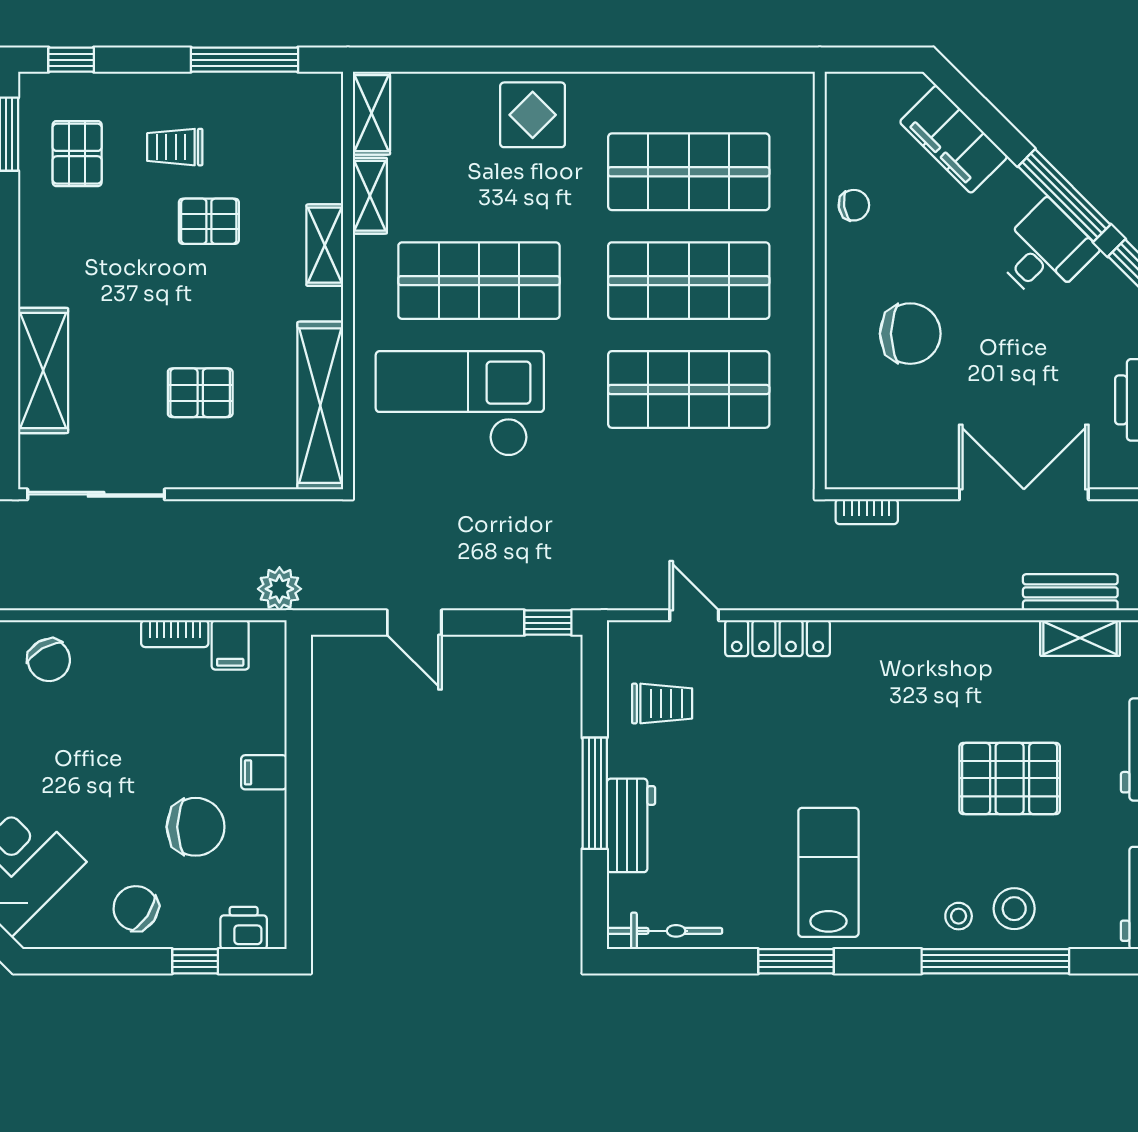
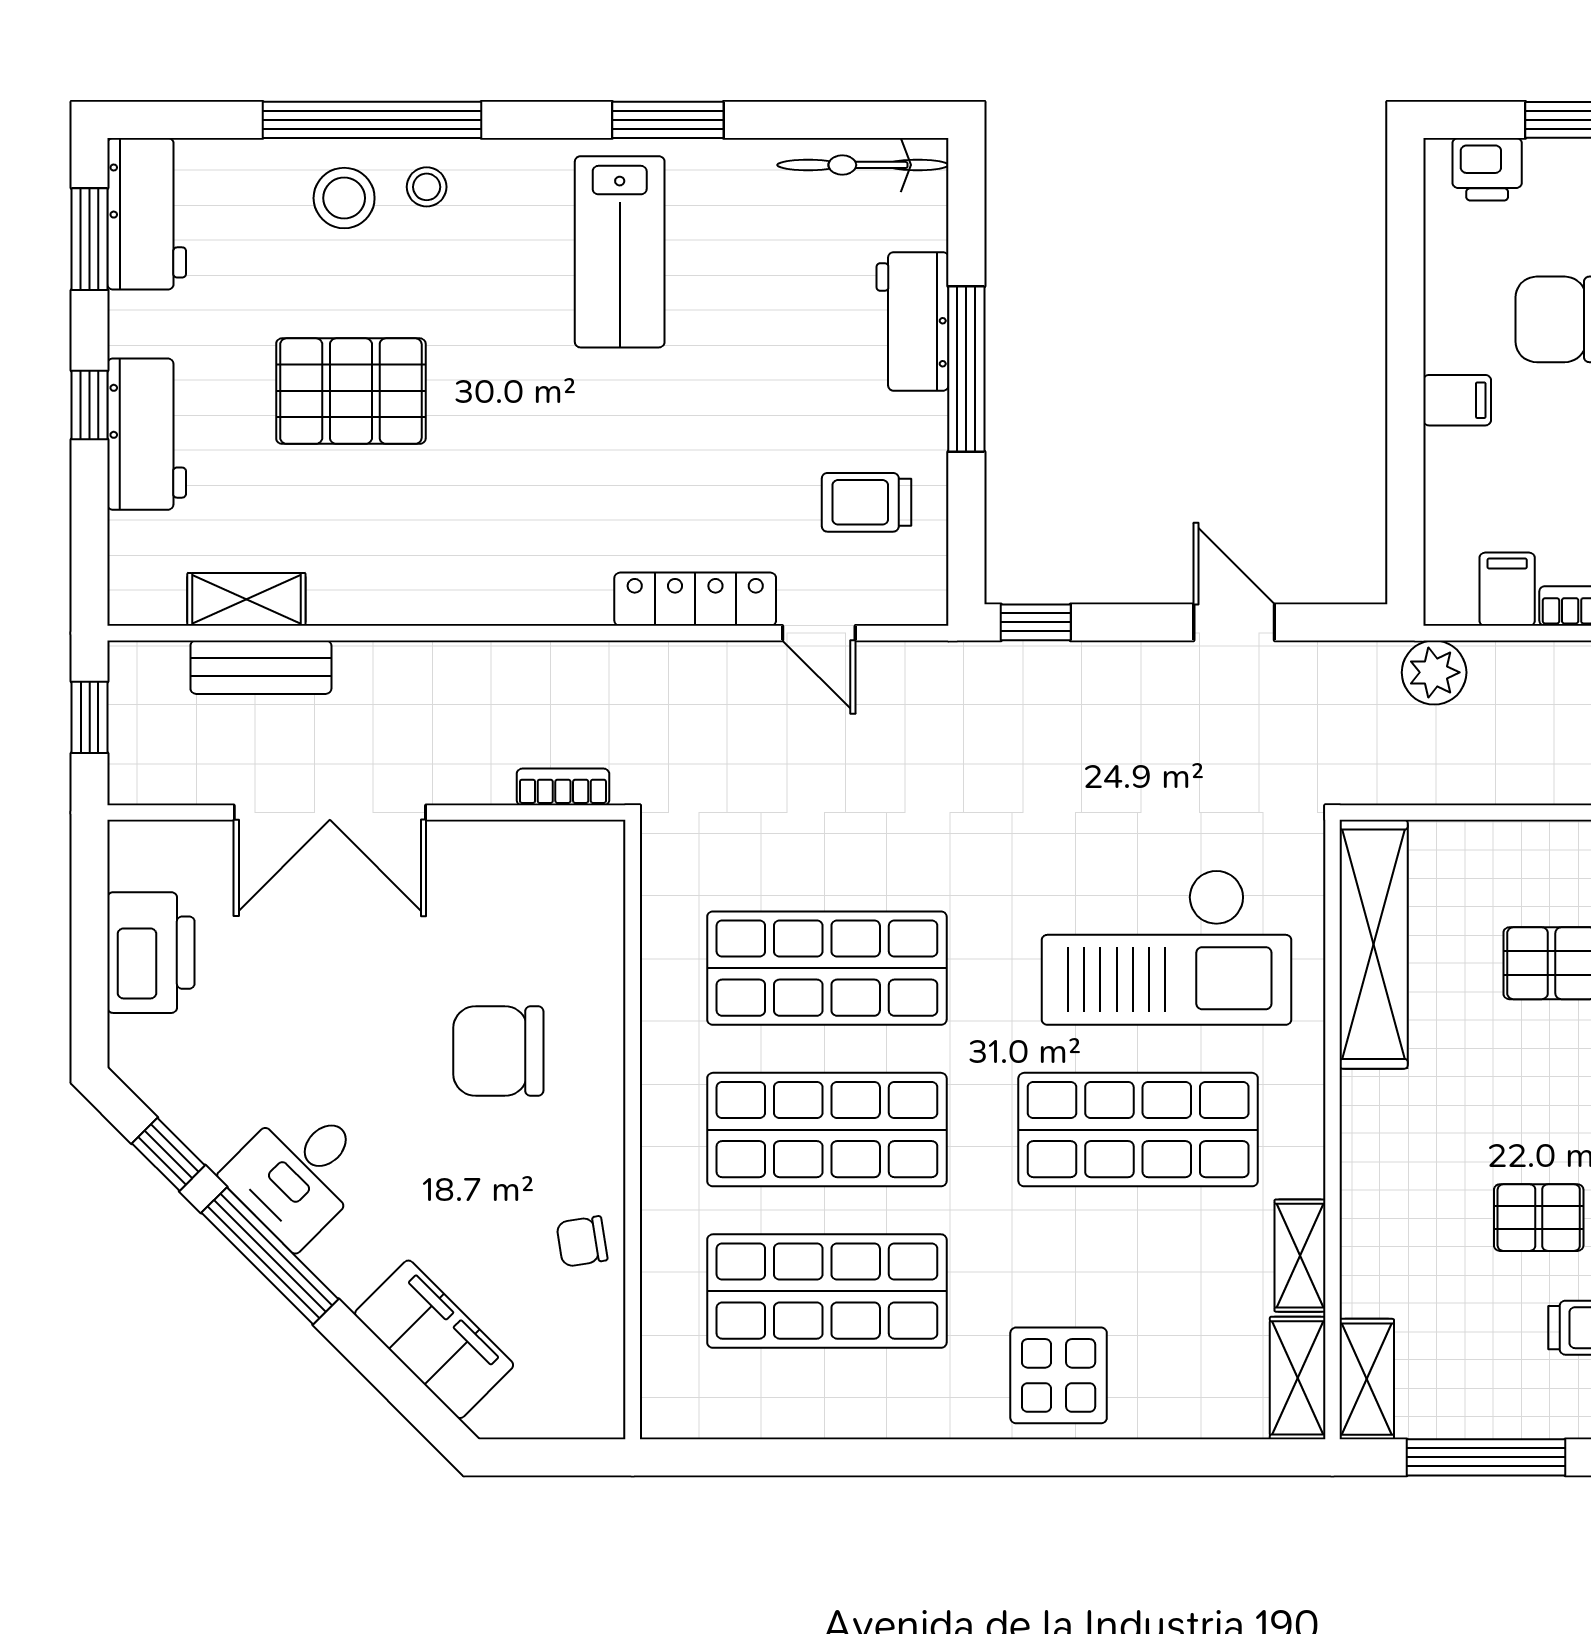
shelving: (325, 245) -> (1367, 1379), moved

